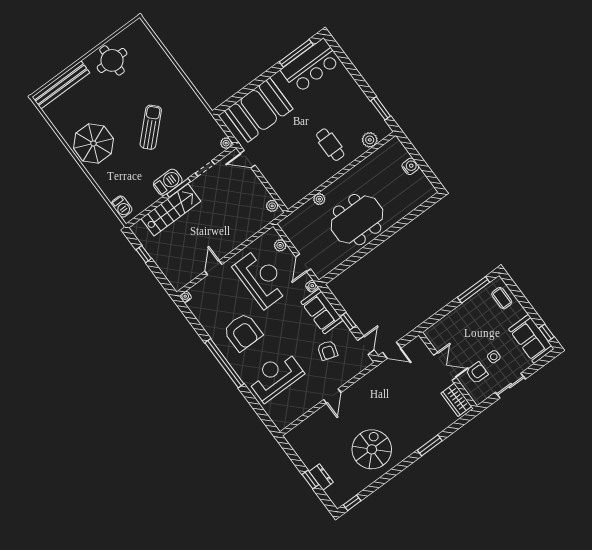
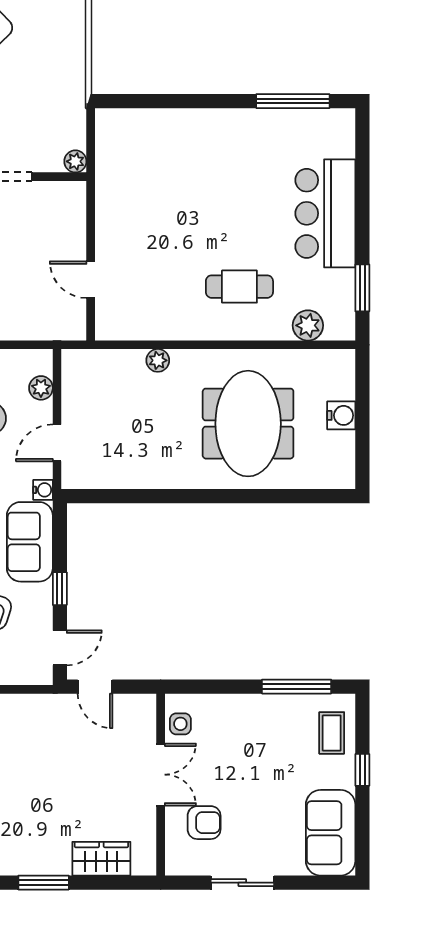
bar counter: (311, 66) -> (325, 213), moved, turned 90
booth: (259, 110) -> (167, 147), removed
cafe table: (330, 145) -> (239, 287), turned 90
door: (248, 159) -> (91, 280), moved
plant: (272, 206) -> (75, 316), removed
meeting table: (357, 220) -> (248, 424), moved, turned 90
window: (547, 333) -> (362, 770), moved
side table: (494, 357) -> (180, 724), moved
wardrobe: (456, 400) -> (101, 859), moved, turned 90

